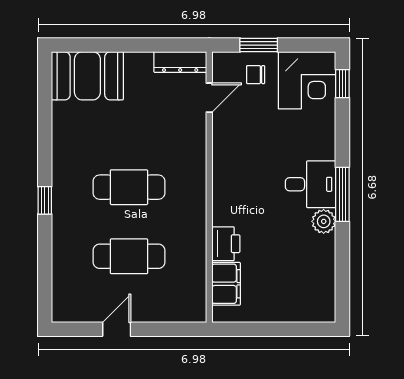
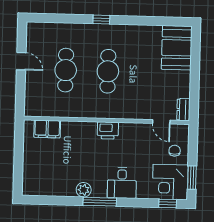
window: (259, 45) -> (192, 178), moved
dresser: (180, 62) -> (183, 110), width x0.70
desk: (311, 184) -> (122, 183), moved
printer: (226, 244) -> (108, 131), moved

